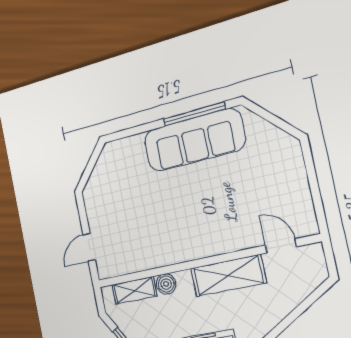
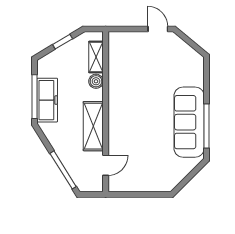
door: (89, 247) -> (158, 29), moved
window: (302, 308) -> (63, 170), added

